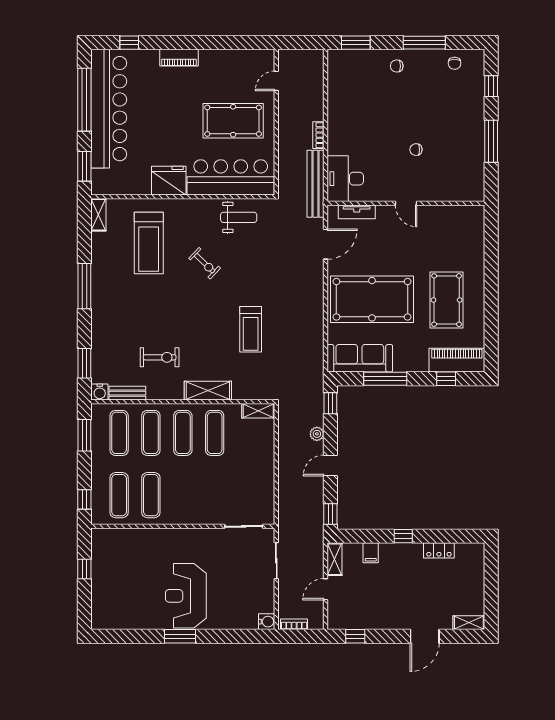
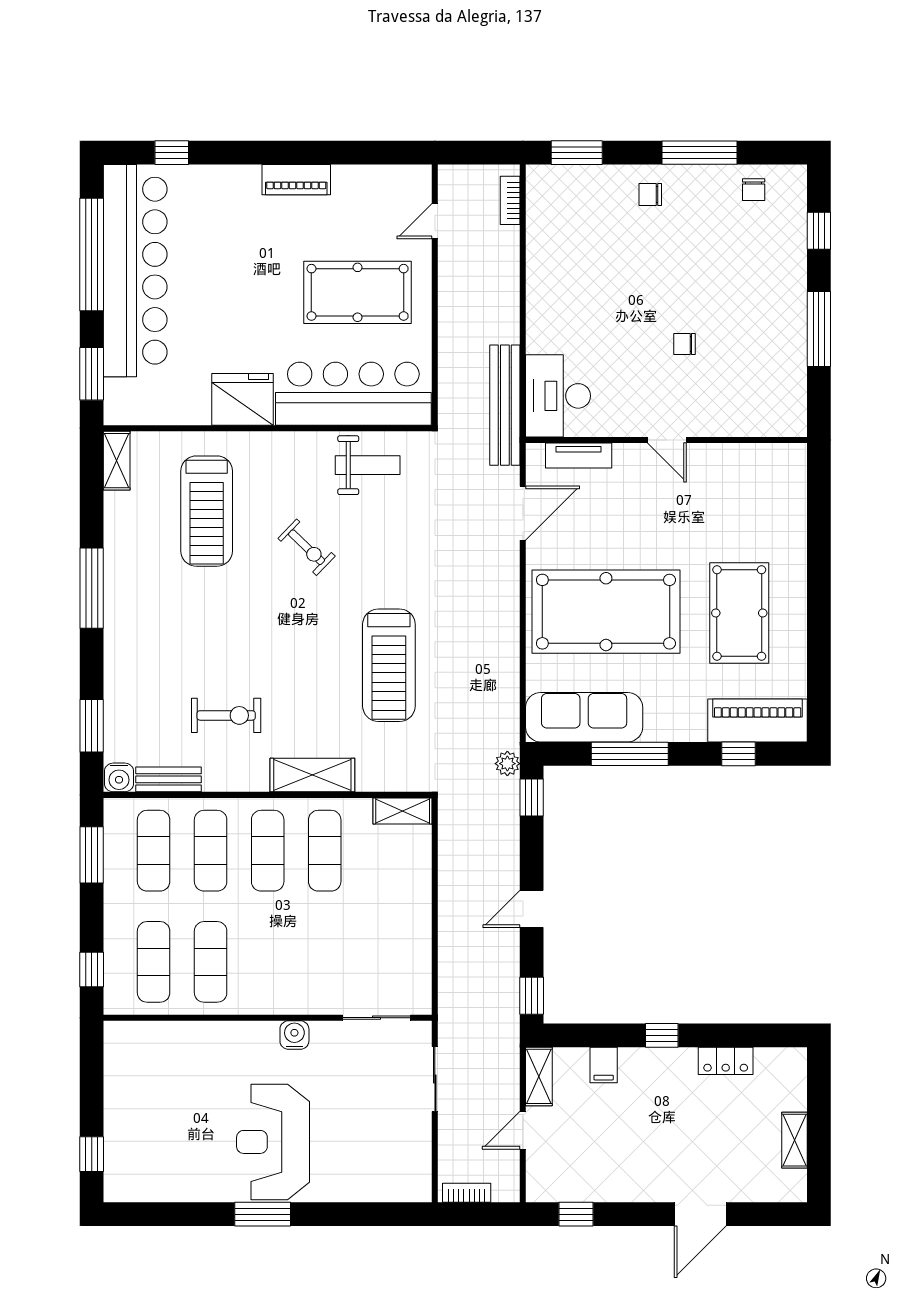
piano: (179, 58) -> (296, 180), moved
bookcase: (318, 135) -> (510, 200), moved
treadmill: (251, 329) -> (389, 665), width x1.37, depth x1.38
plant: (317, 434) -> (507, 764), moved
window: (84, 569) -> (92, 1154), moved
water cooler: (267, 622) -> (294, 1035), moved, turned -90
shelving: (469, 623) -> (795, 1140), moved, turned 90

